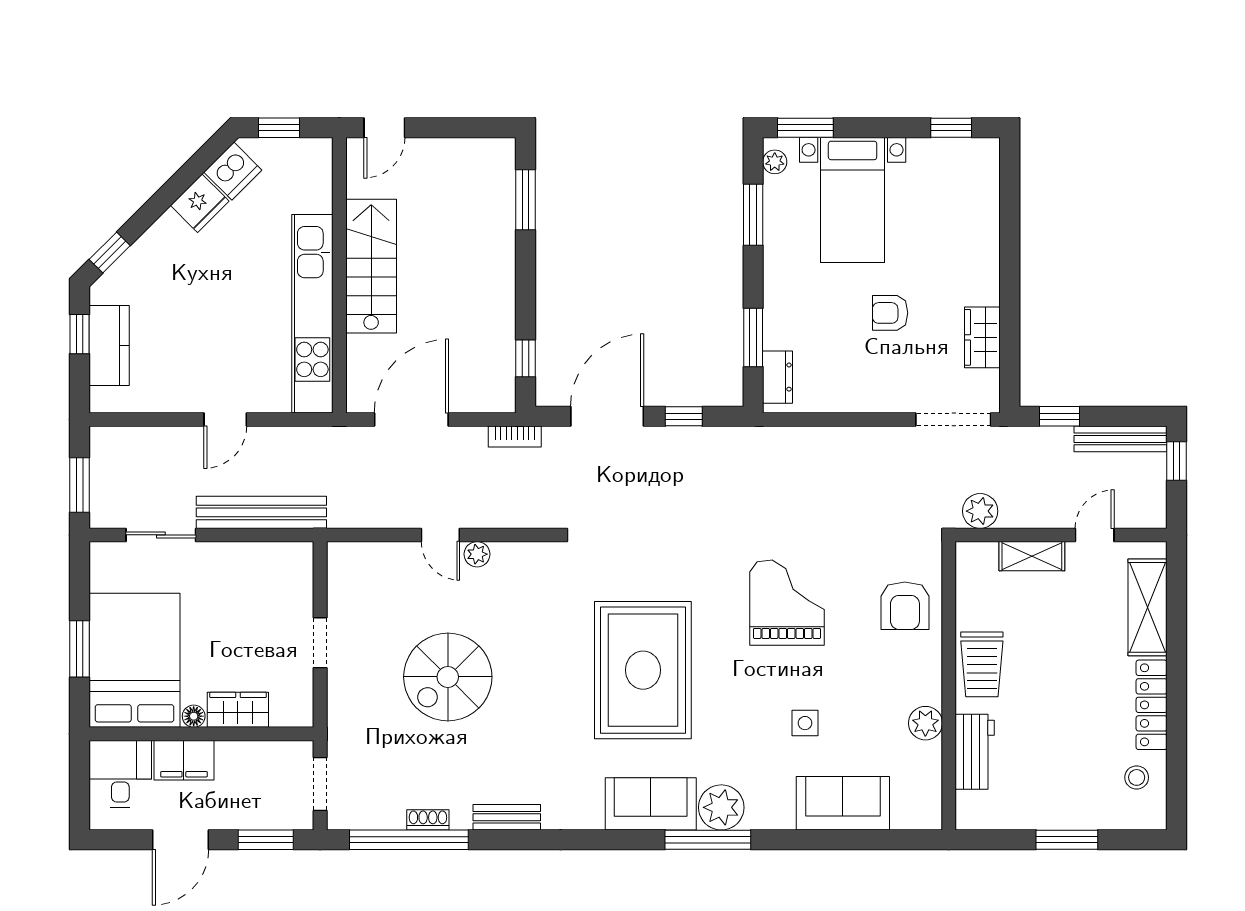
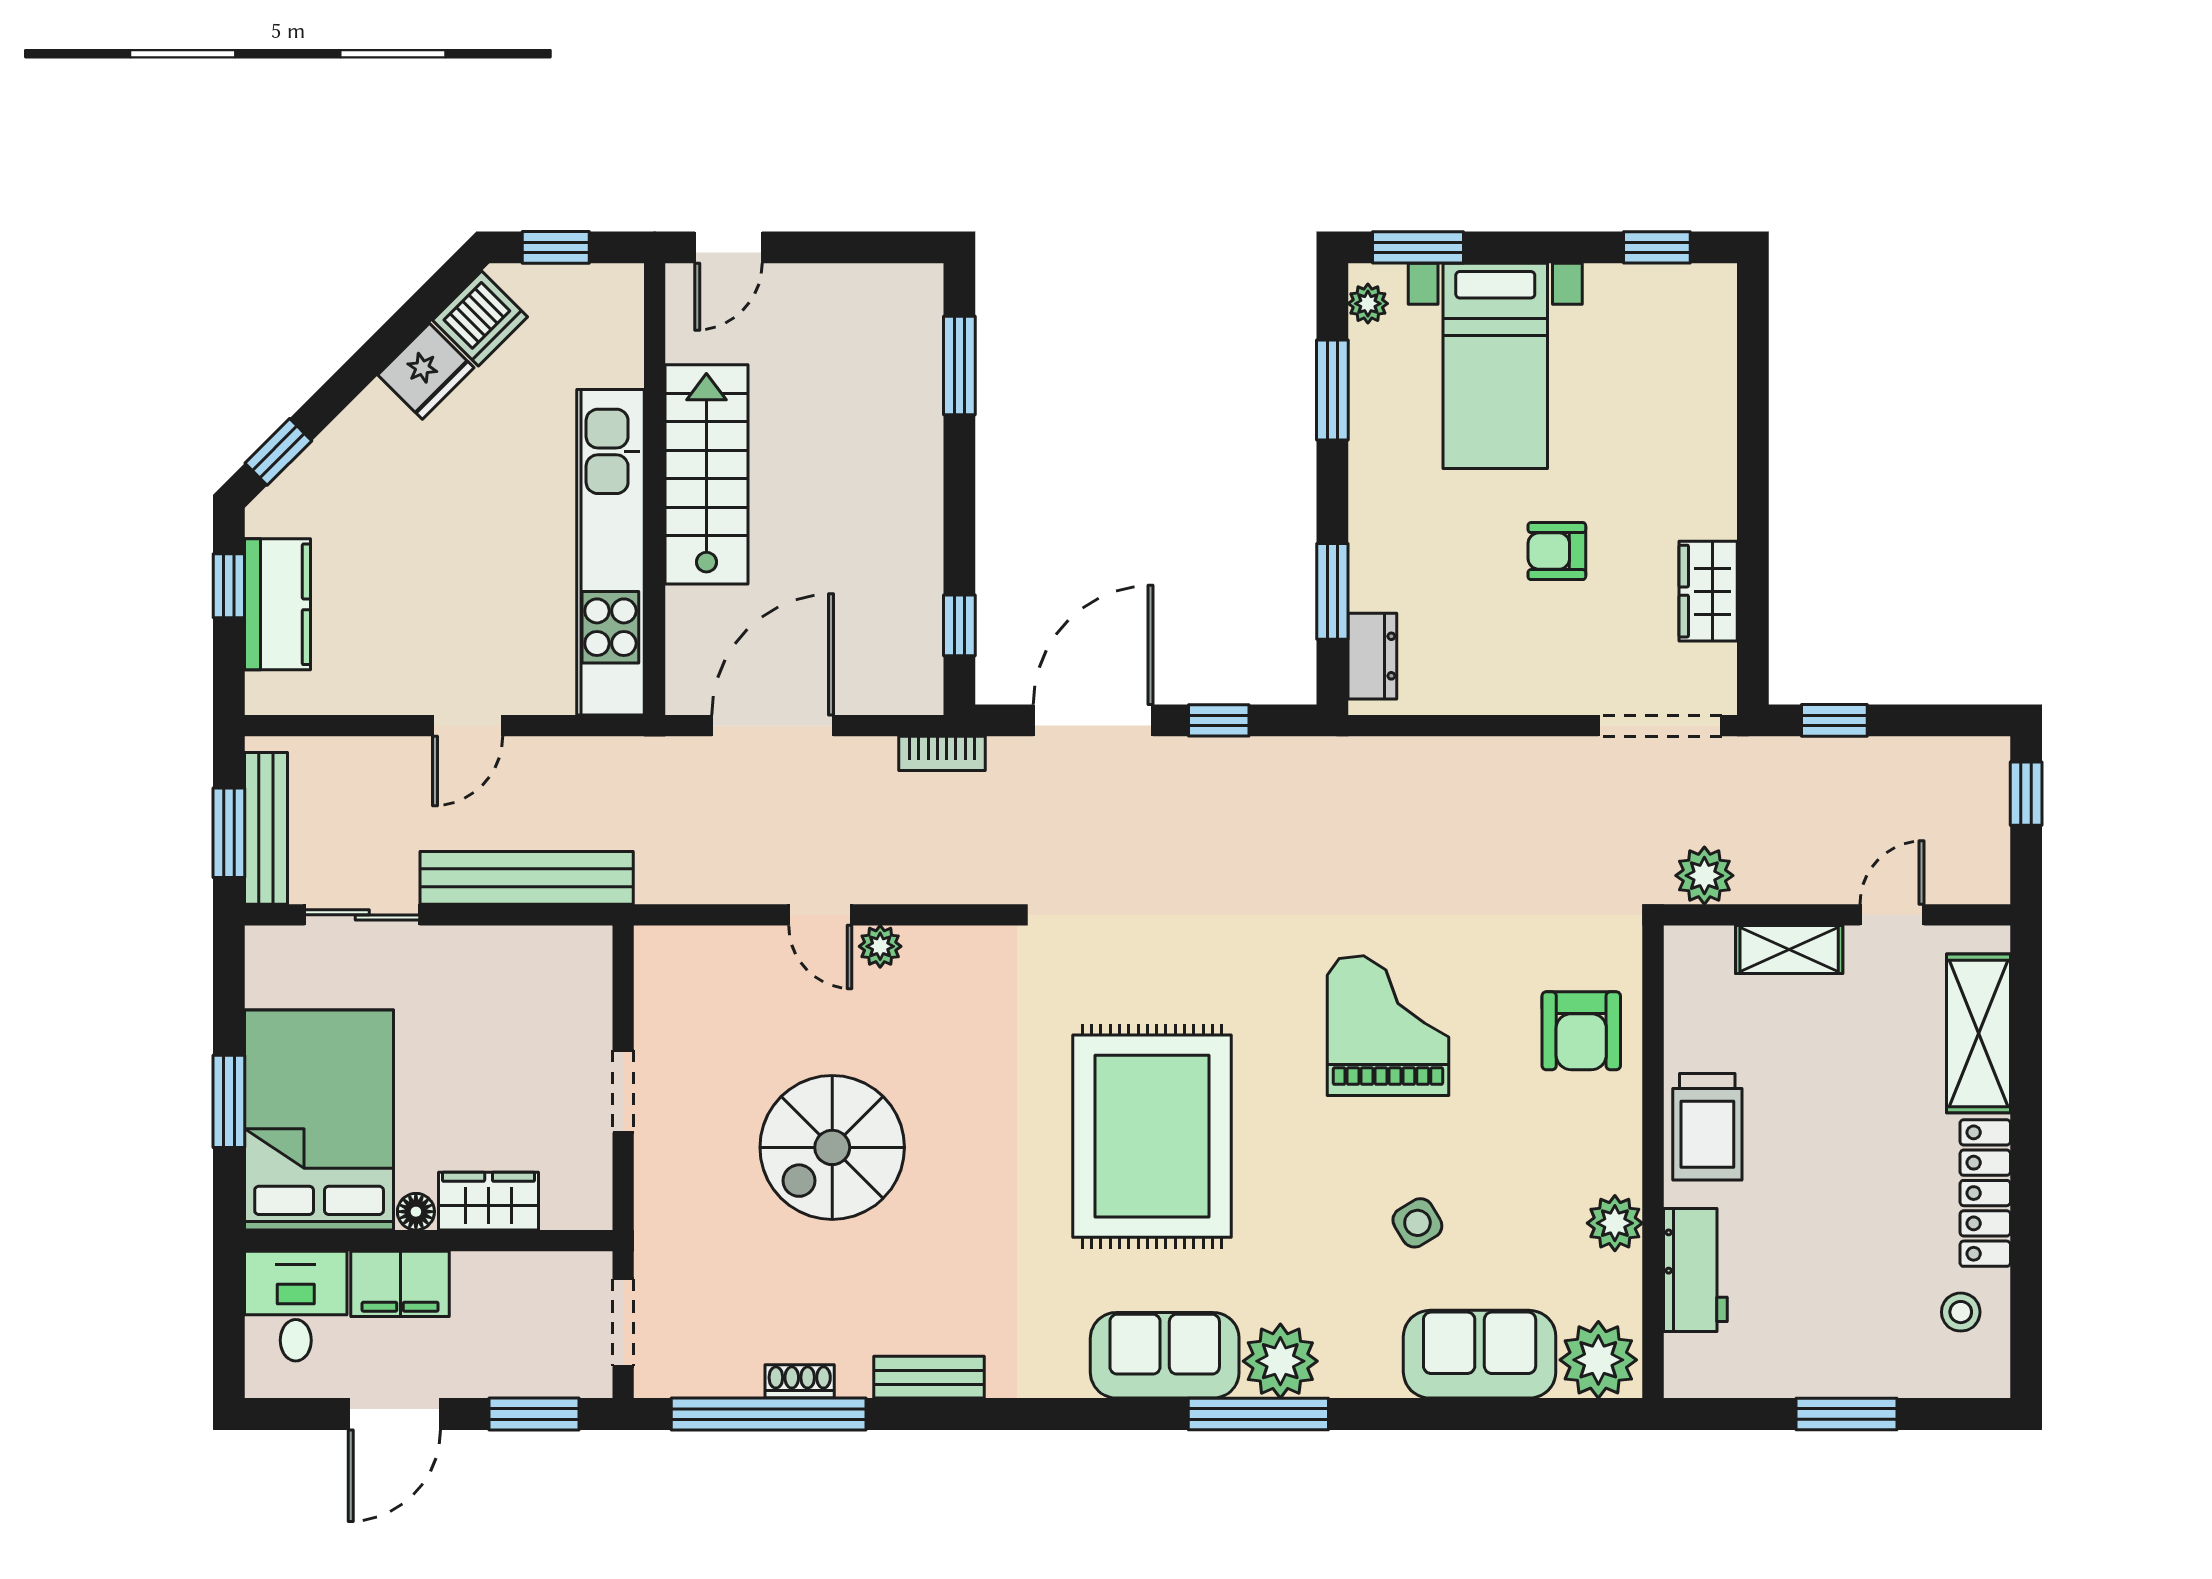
bench: (1121, 439) -> (266, 828), moved, turned 90
side table: (805, 723) -> (1417, 1223), turned -31
plant: (915, 807) -> (1598, 1360), added

